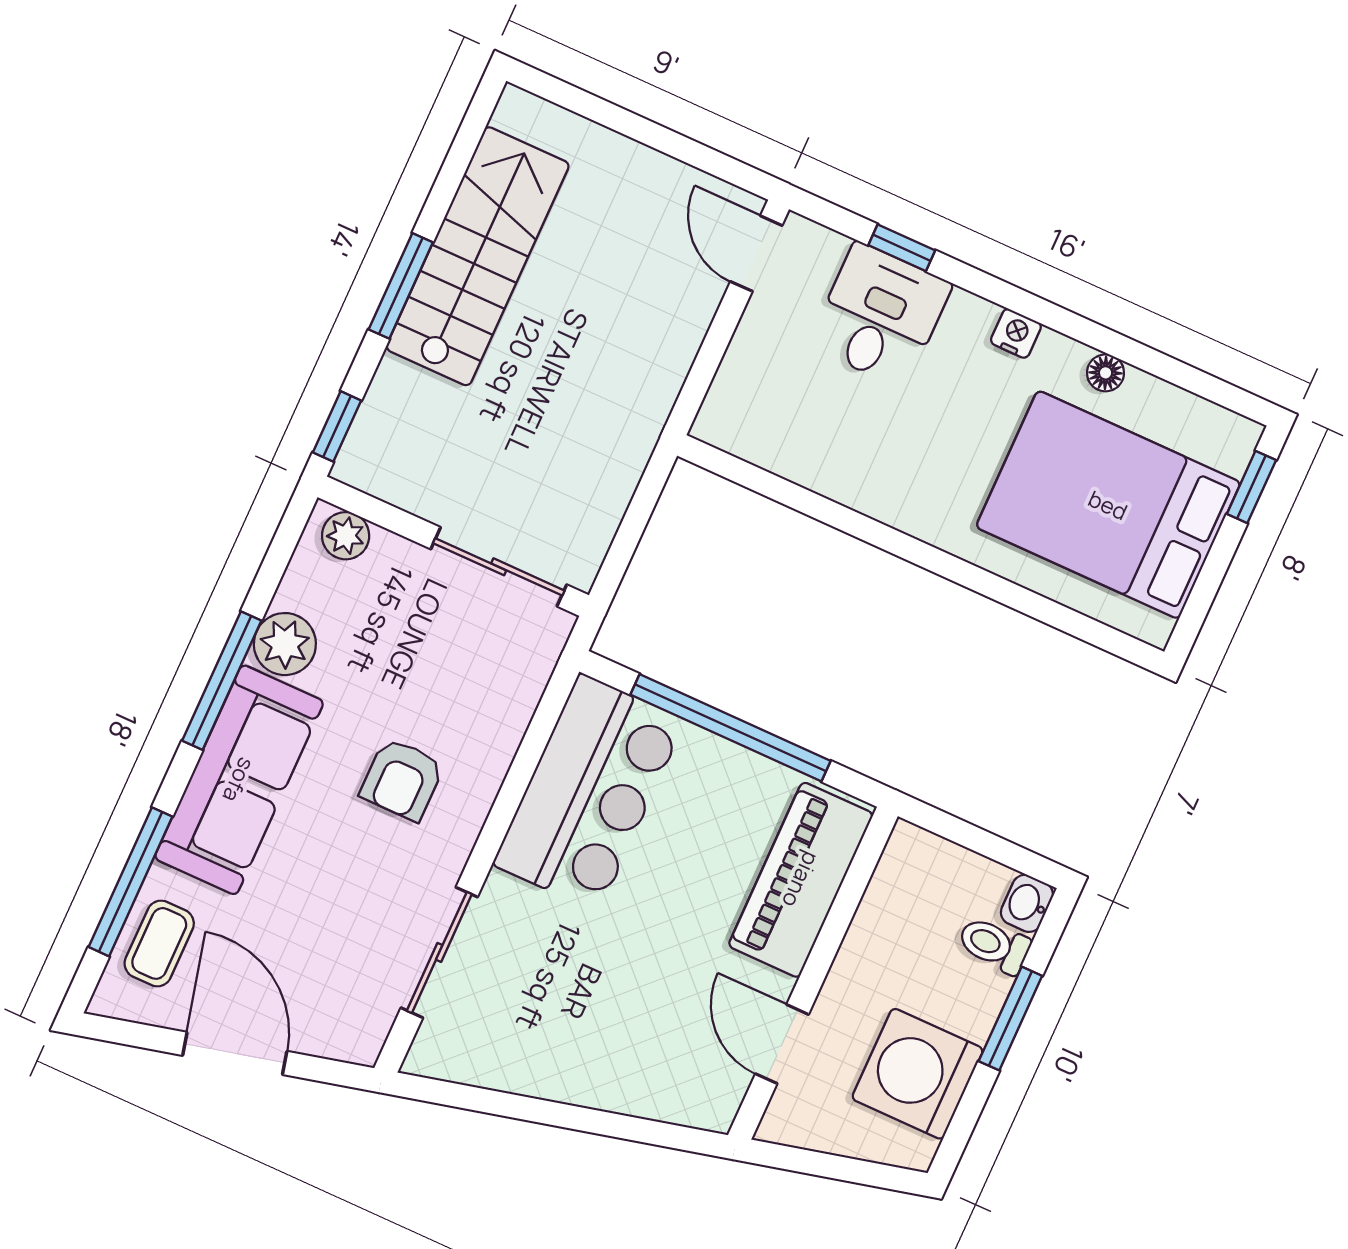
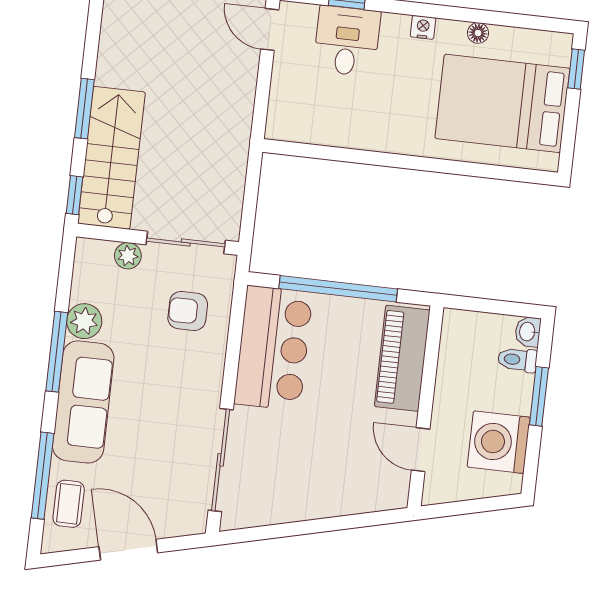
stairs: (478, 256) -> (111, 158), moved
plant: (346, 536) -> (128, 256), moved
armchair: (402, 779) -> (188, 311), moved, turned 90
sliding door: (439, 952) -> (221, 460), width x1.37

